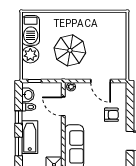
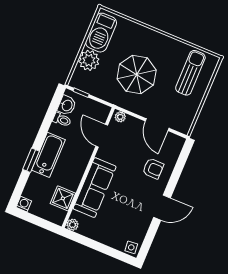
sun lounger: (109, 32) -> (190, 73), added
window: (19, 117) -> (45, 126), removed

